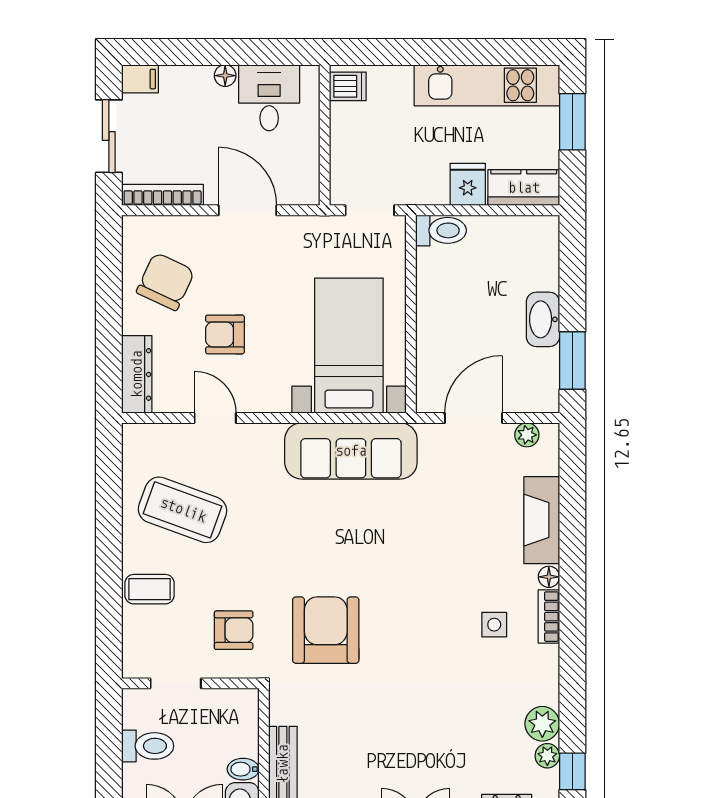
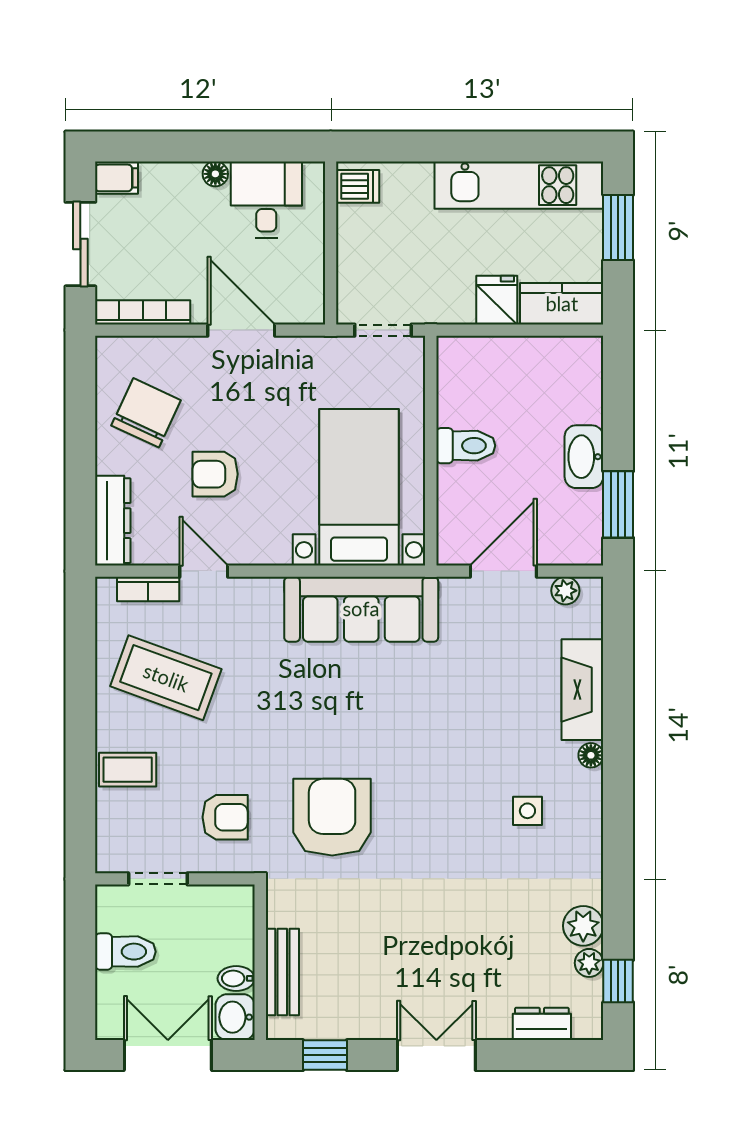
toilet: (441, 230) -> (466, 446), moved
bookcase: (549, 617) -> (148, 589), moved, turned -90

